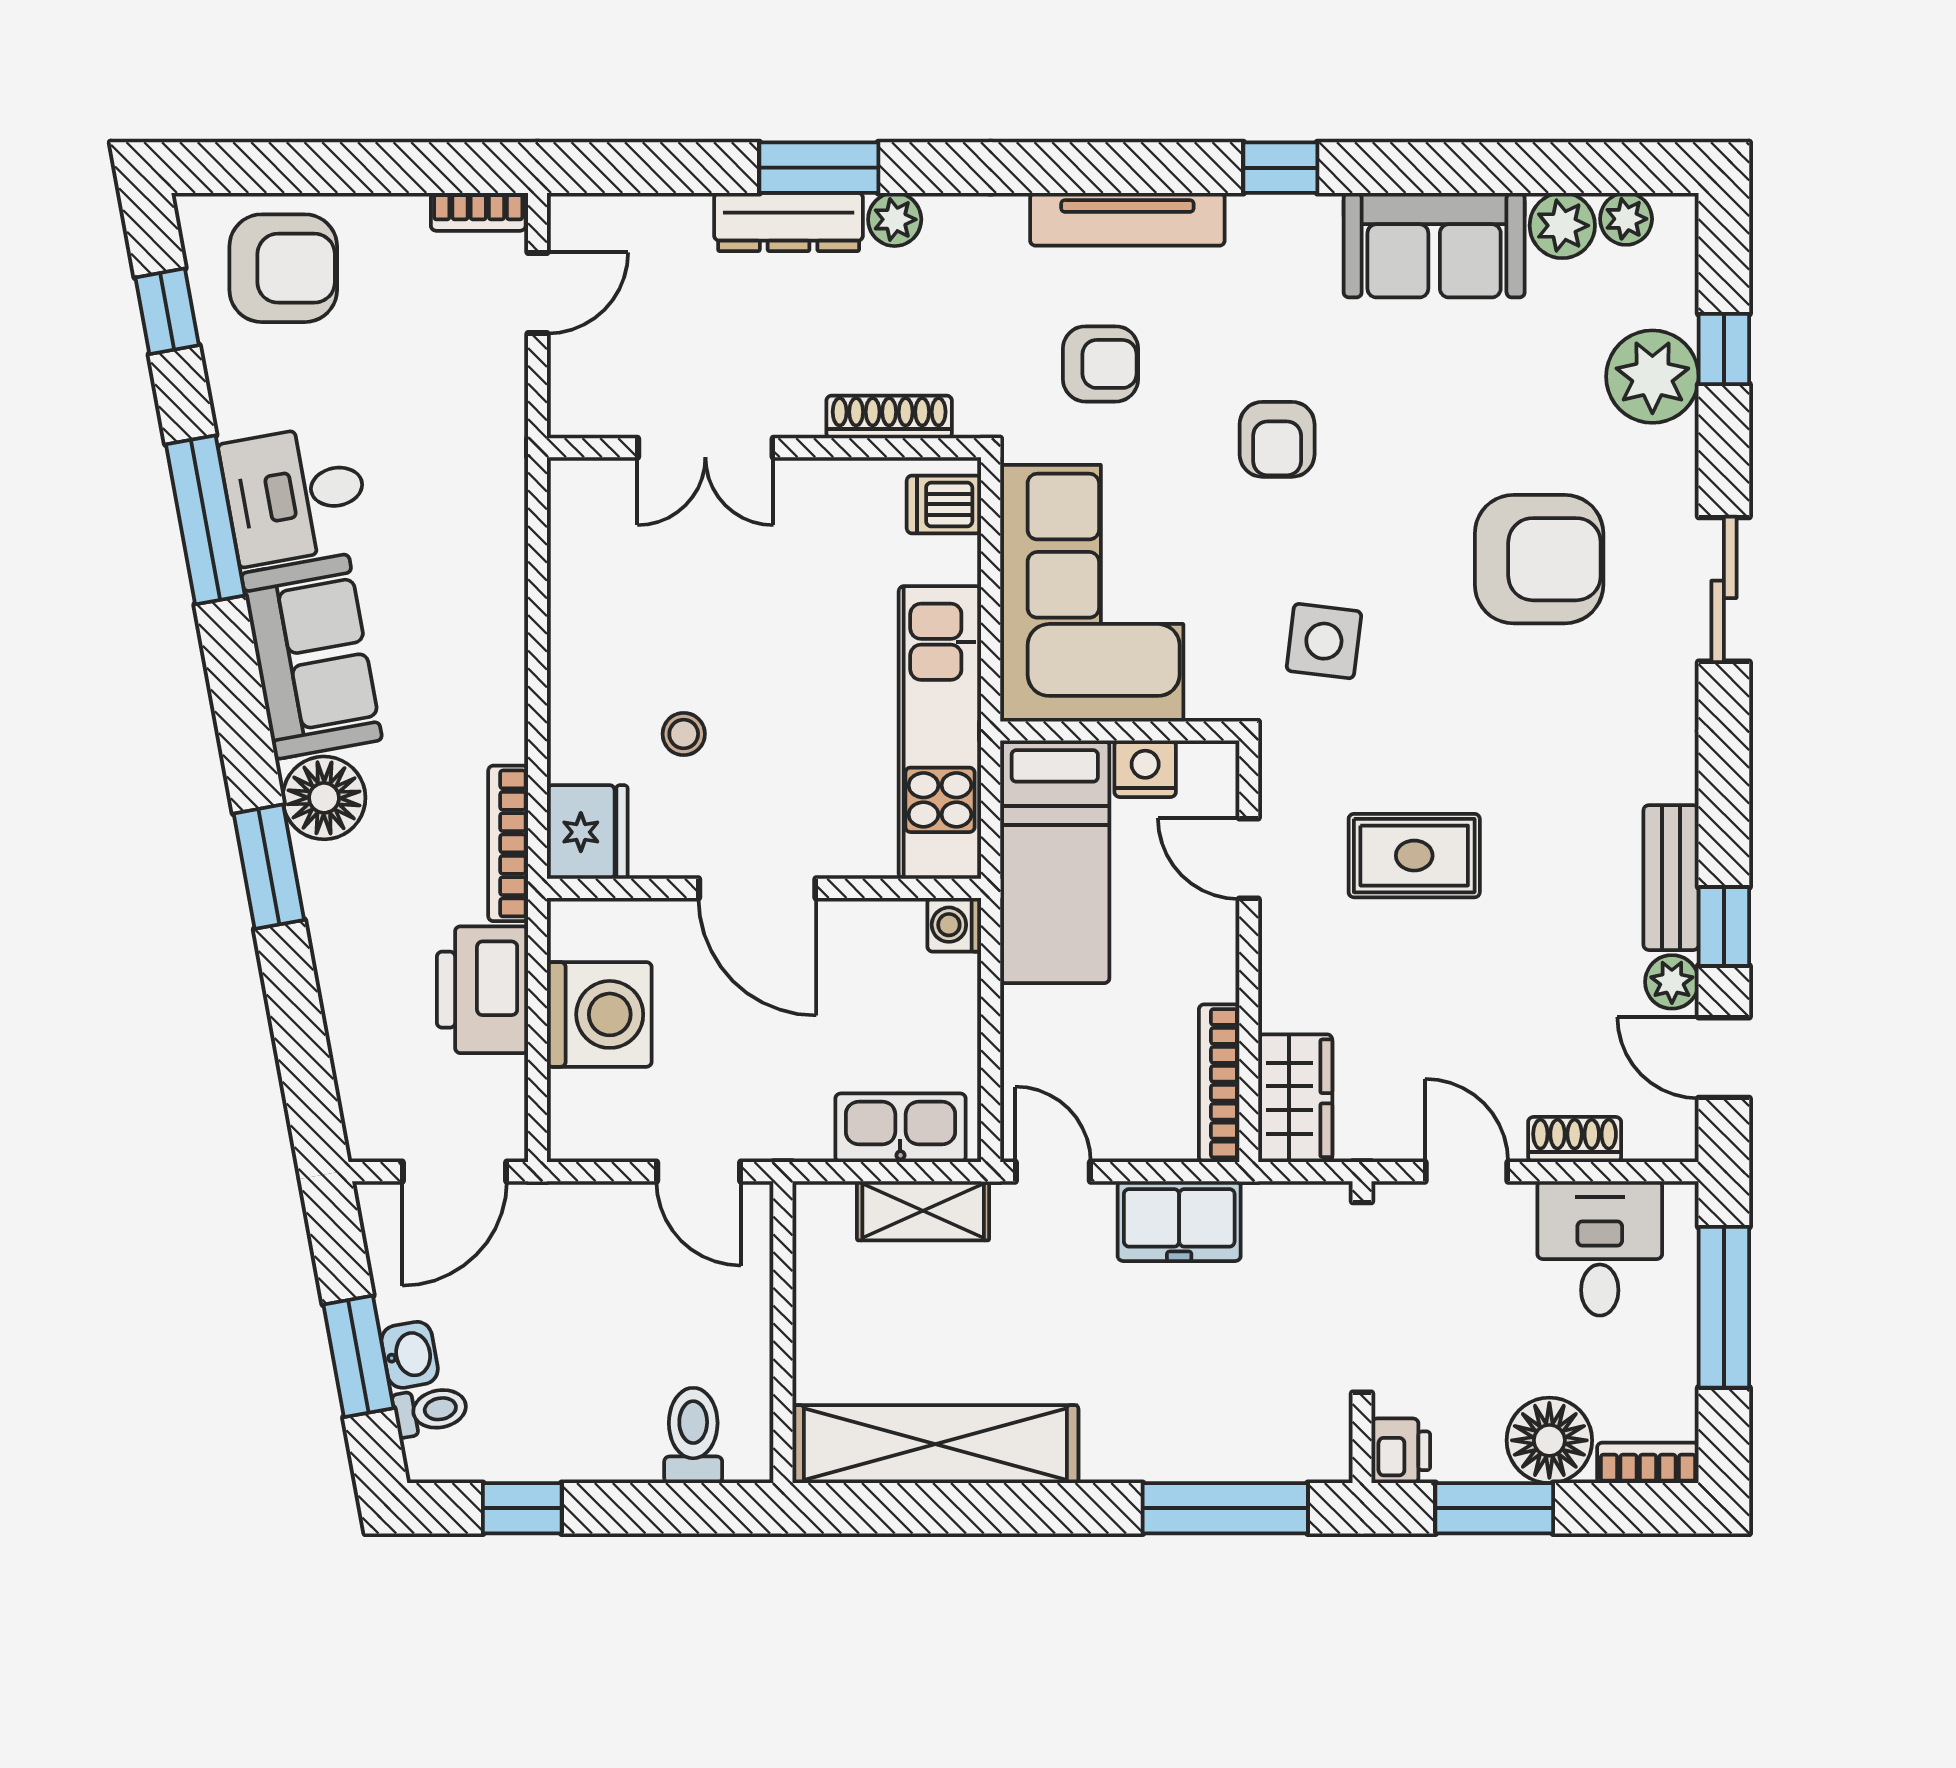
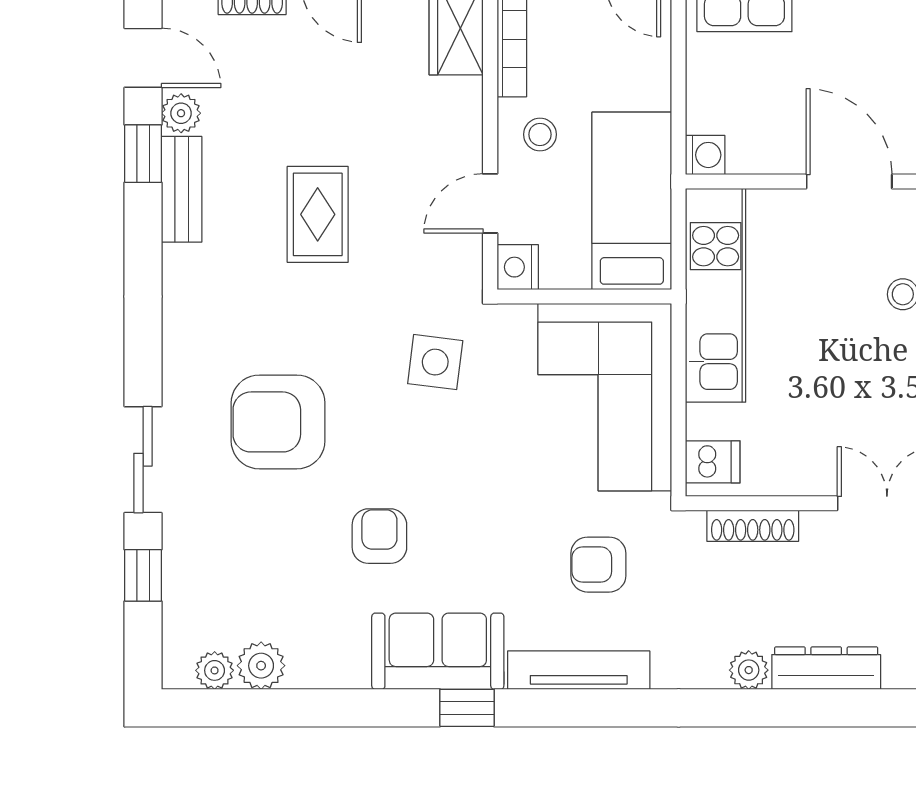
window: (819, 168) -> (804, 708), removed
sofa: (1434, 245) -> (438, 651), moved
plant: (1652, 377) -> (195, 555), removed
armchair: (1277, 439) -> (379, 536), moved
sliding door: (1724, 589) -> (143, 460), moved
nightstand: (1145, 769) -> (518, 267), moved, turned 90
rug: (1414, 856) -> (318, 214), moved, turned 90
door: (1249, 858) -> (490, 203), swing flipped
stool: (1180, 953) -> (540, 134), added

